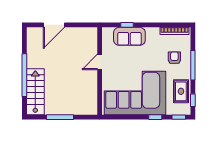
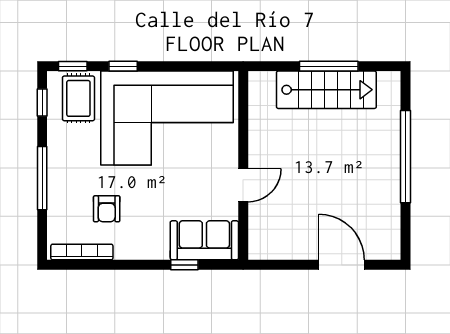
door: (54, 25) -> (342, 265), hinge flipped
sofa: (129, 36) -> (204, 240), moved
armchair: (174, 58) -> (107, 209), moved
rug: (181, 91) -> (78, 98), moved
stairs: (35, 92) -> (326, 90), moved, turned -90

